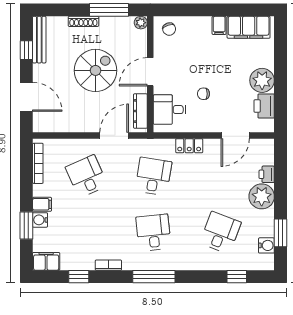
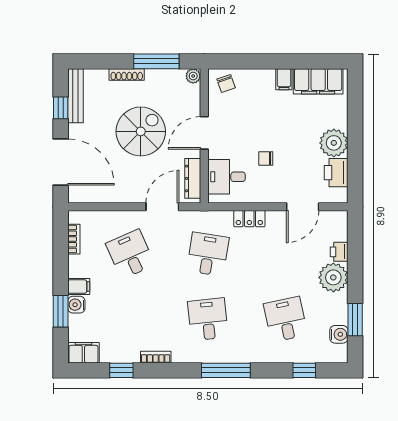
door: (26, 97) -> (61, 162), width x1.36
bookcase: (38, 163) -> (74, 239), width x0.64
desk: (220, 233) -> (285, 319), turned -33
window: (154, 277) -> (226, 370), moved

